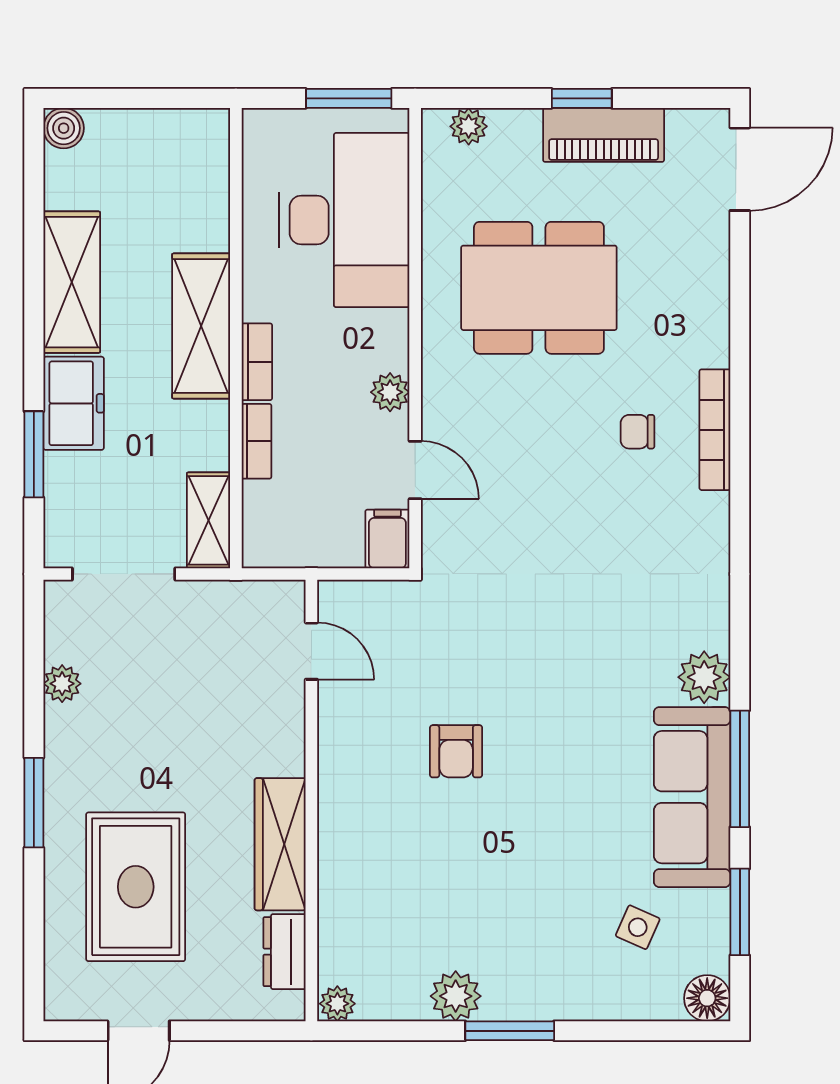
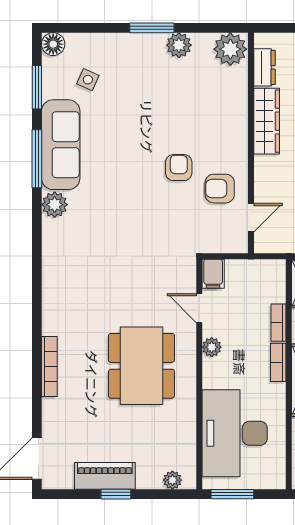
dining table: (539, 288) -> (141, 366), moved, turned 90
bookcase: (715, 430) -> (49, 366), moved
chair: (637, 432) -> (88, 327), removed
door: (311, 651) -> (251, 218), swing flipped
armchair: (374, 709) -> (220, 189), added
plant: (337, 1004) -> (230, 49), width x1.88, depth x1.88

